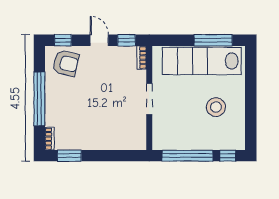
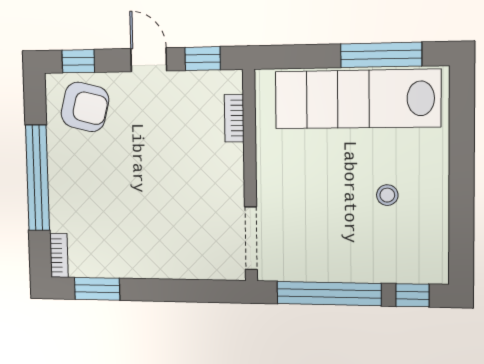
bookcase: (142, 57) -> (234, 118), moved
doorway: (149, 99) -> (251, 238), moved
stool: (216, 107) -> (387, 195), width x0.53, depth x0.53

